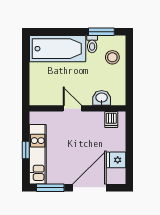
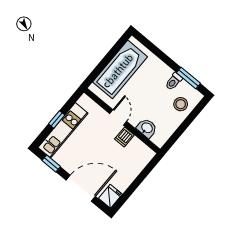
bathtub: (58, 49) -> (120, 69), moved, turned -90
dishwasher: (111, 119) -> (124, 137), moved
fridge: (116, 160) -> (110, 196), moved, turned 90
window: (50, 188) -> (51, 164), width x0.67

